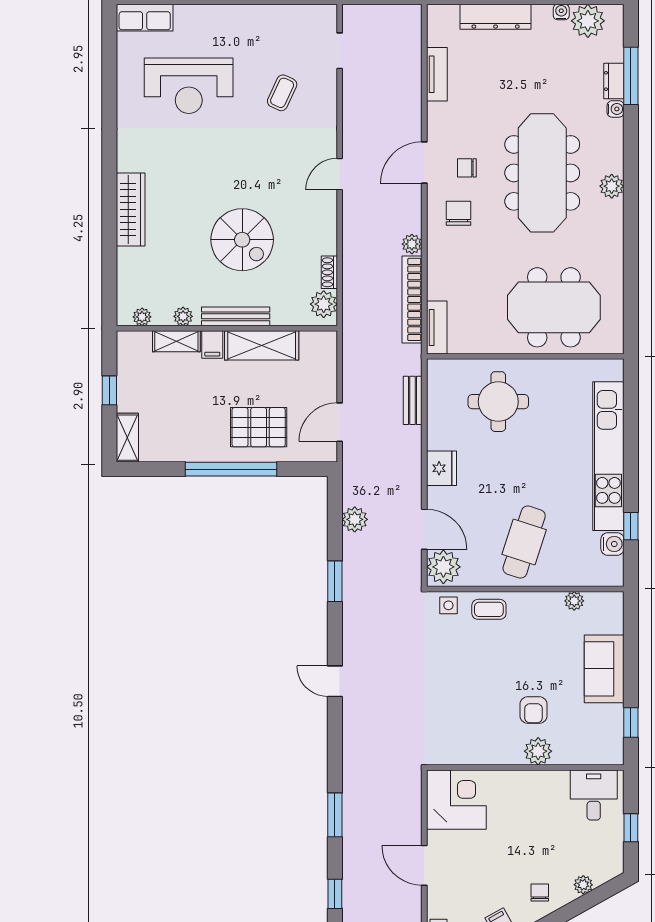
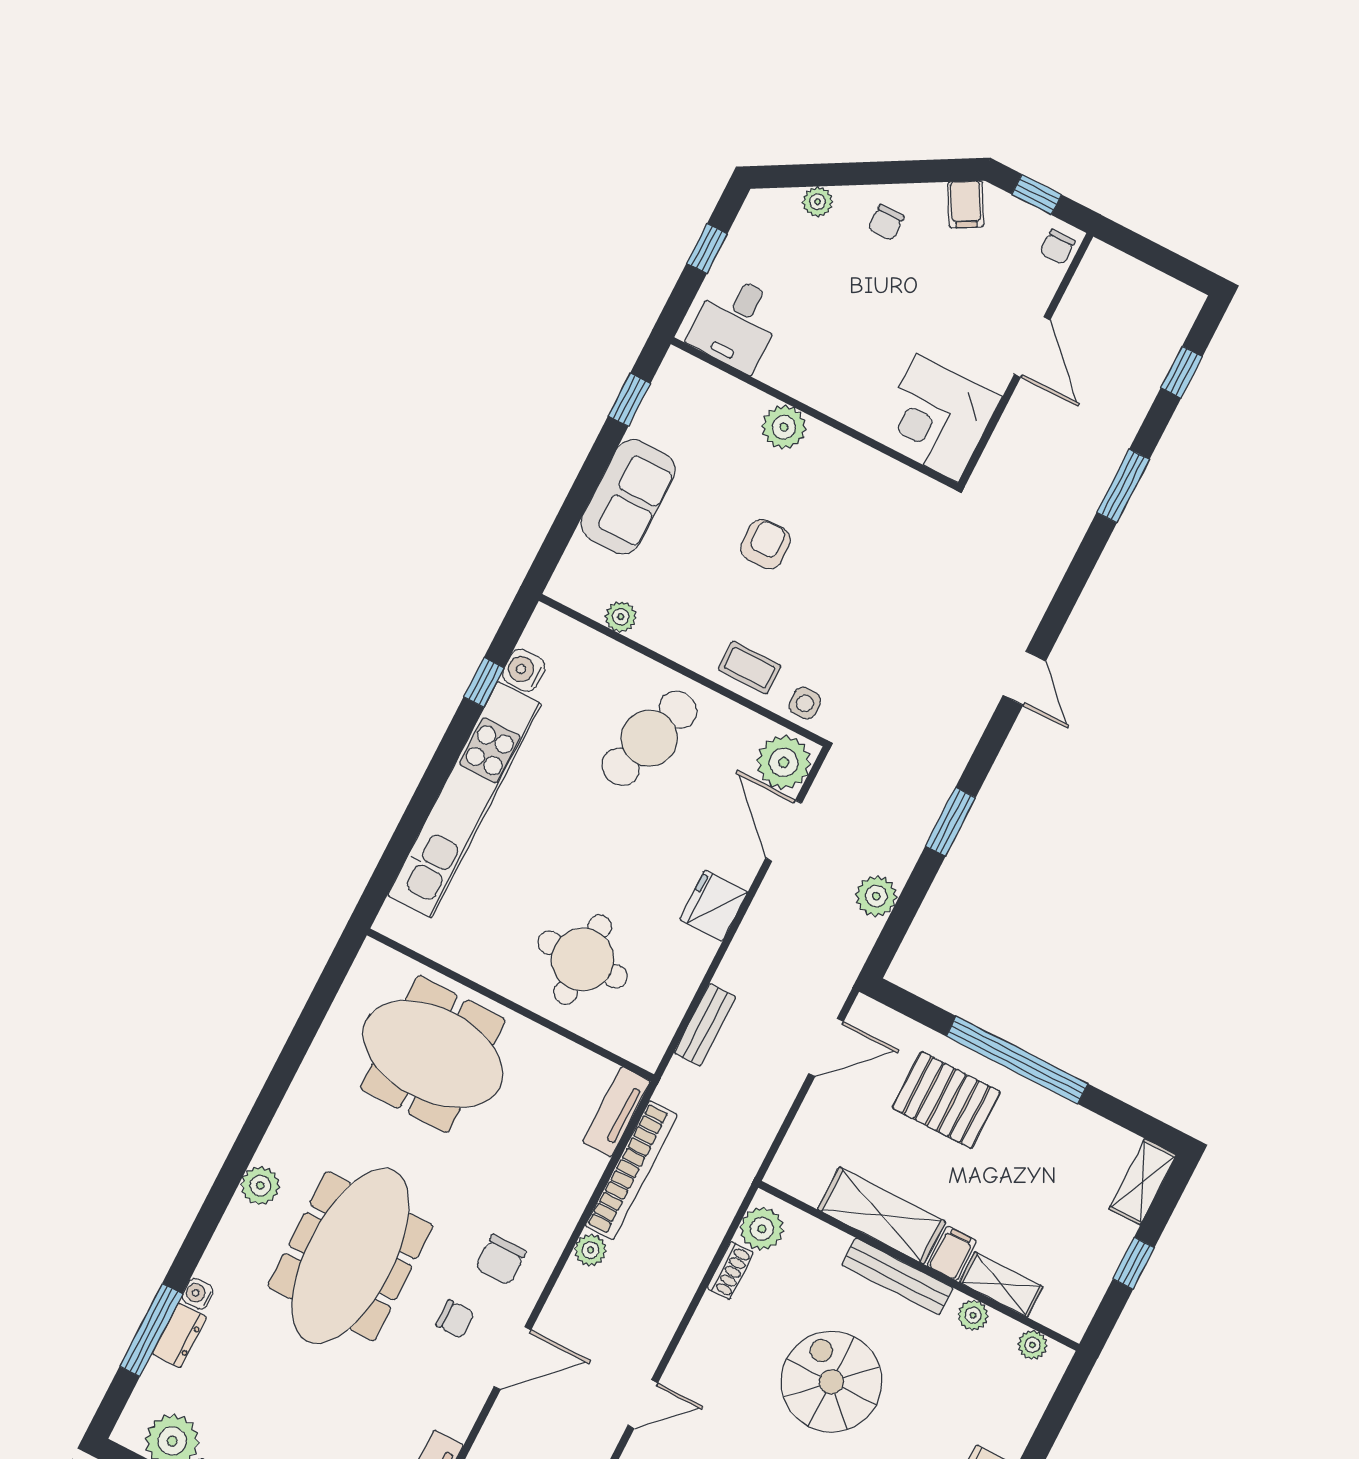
armchair: (534, 710) -> (765, 544), moved

